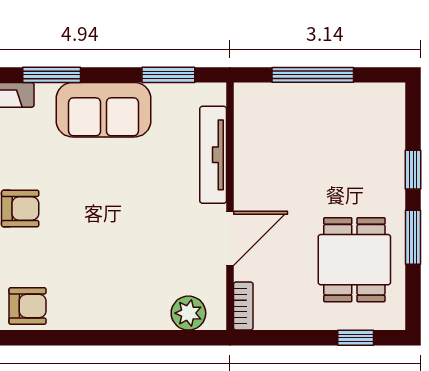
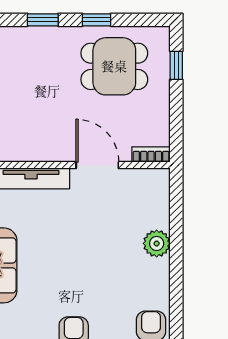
window: (413, 237) -> (96, 20), width x0.67
plant: (188, 313) -> (157, 243), moved

